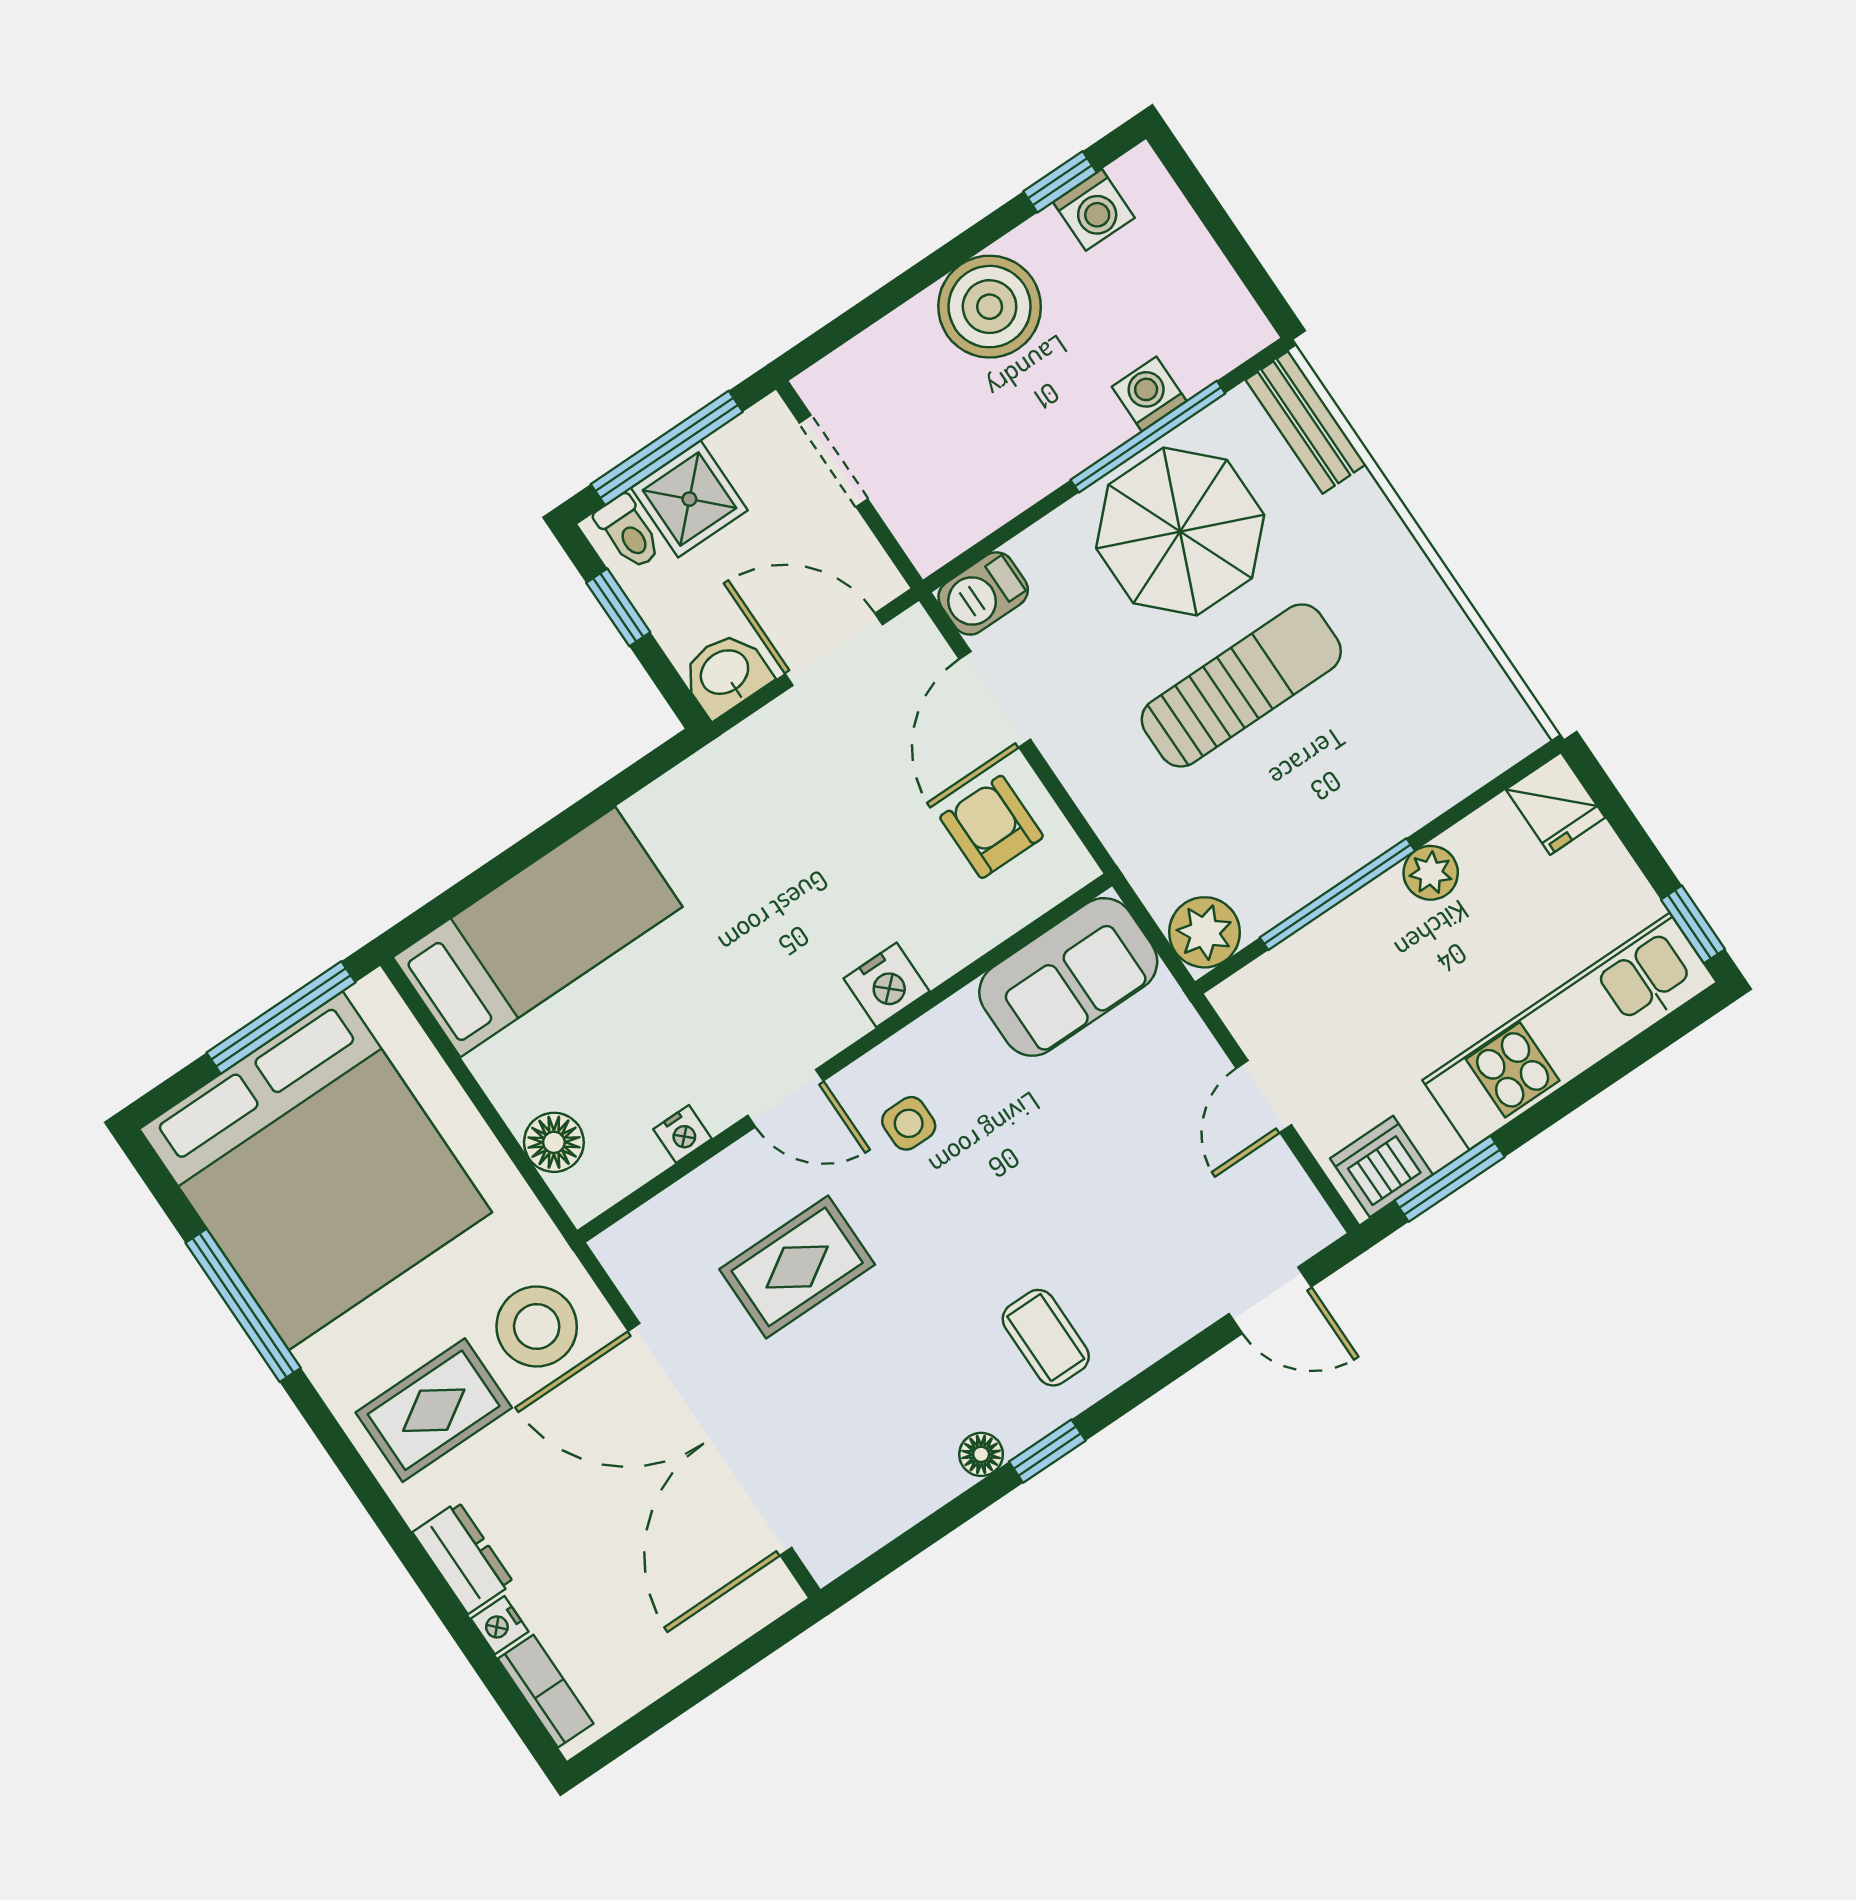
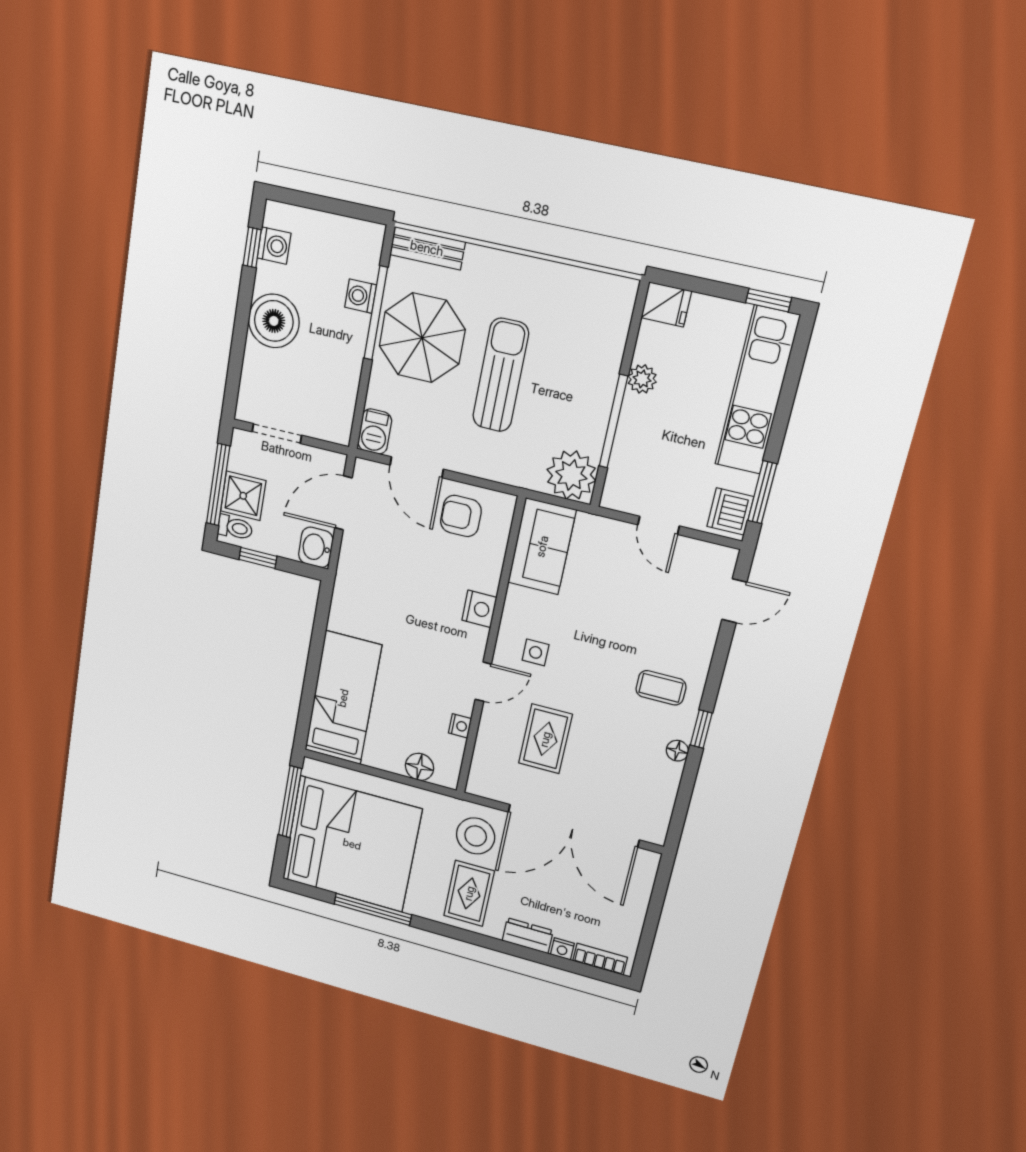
plant: (1204, 932) -> (571, 475), width x1.36, depth x1.36

